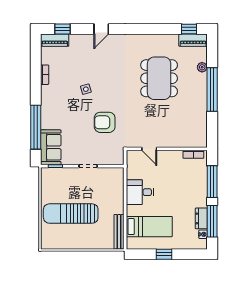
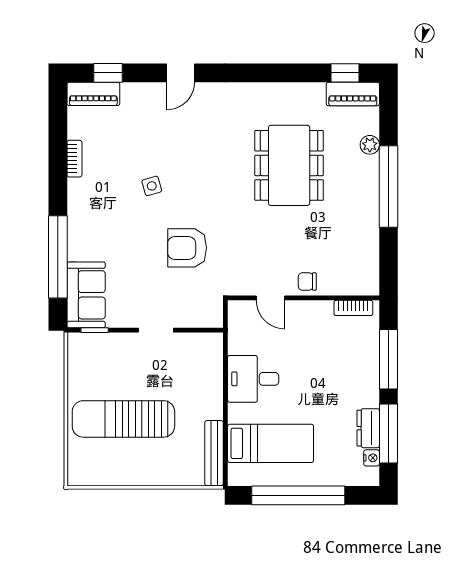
chair: (169, 140) -> (307, 281), added
window: (164, 254) -> (298, 495), width x3.17

